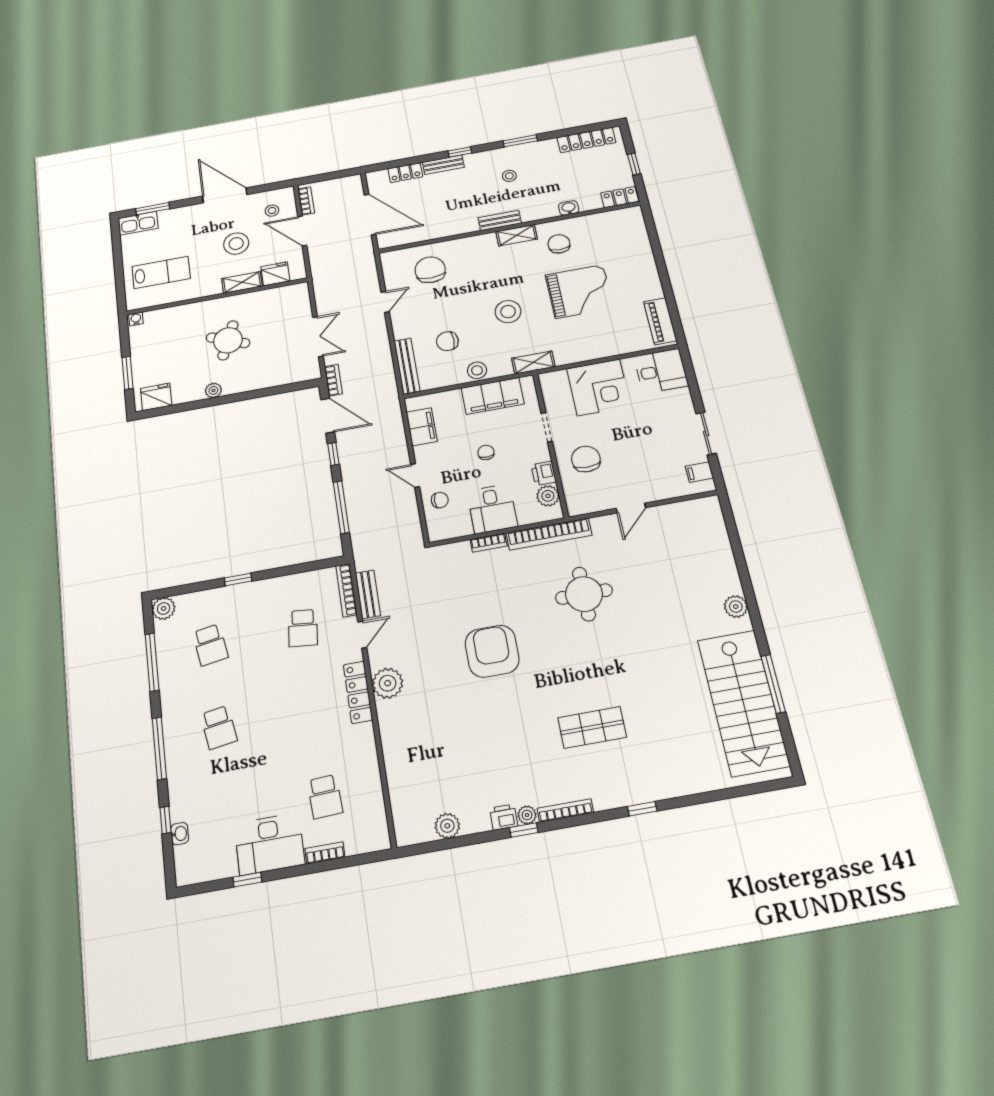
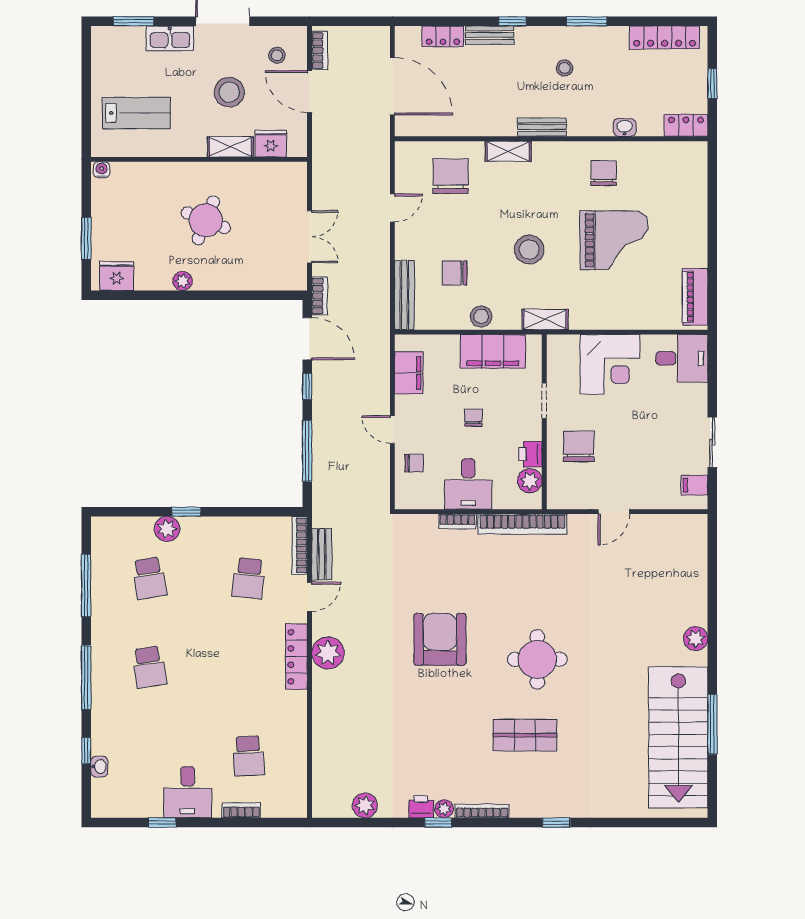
kitchen sink: (138, 223) -> (170, 38), moved
shelving: (517, 235) -> (508, 151), moved
round table: (584, 594) -> (537, 659), moved
plant: (164, 608) -> (167, 529), moved
desk: (269, 844) -> (188, 792), width x0.73

